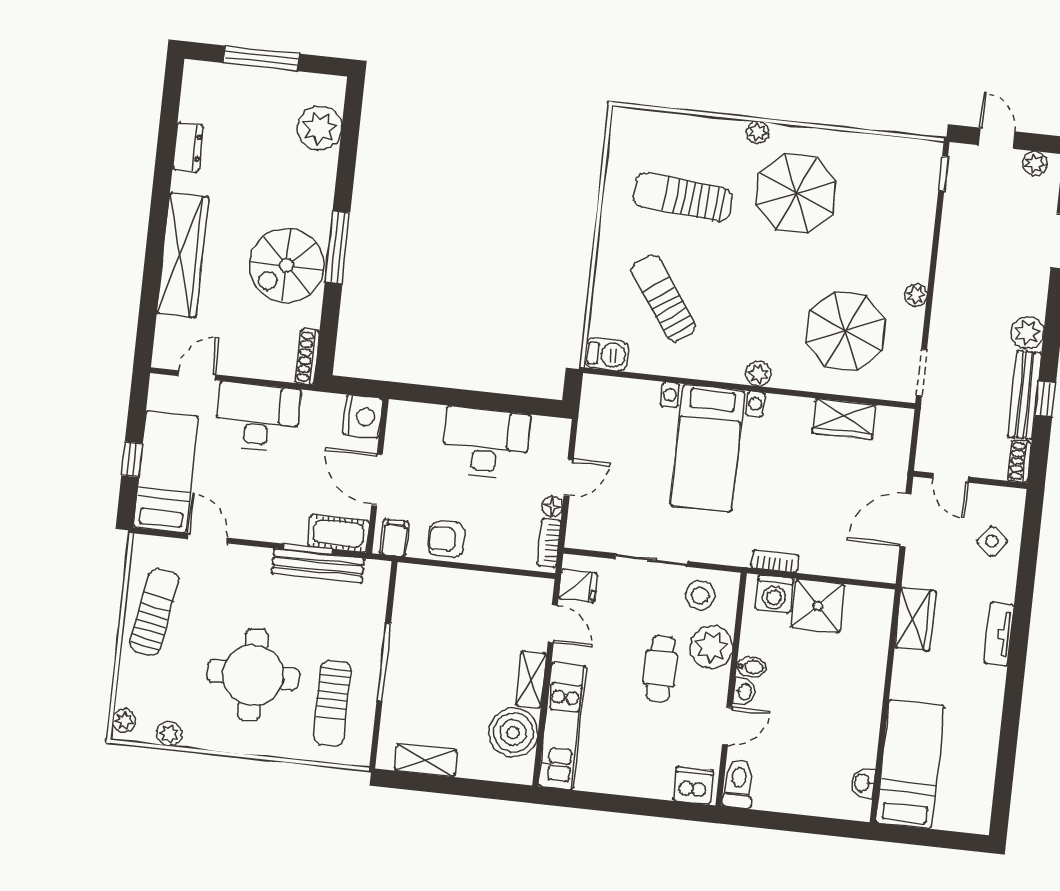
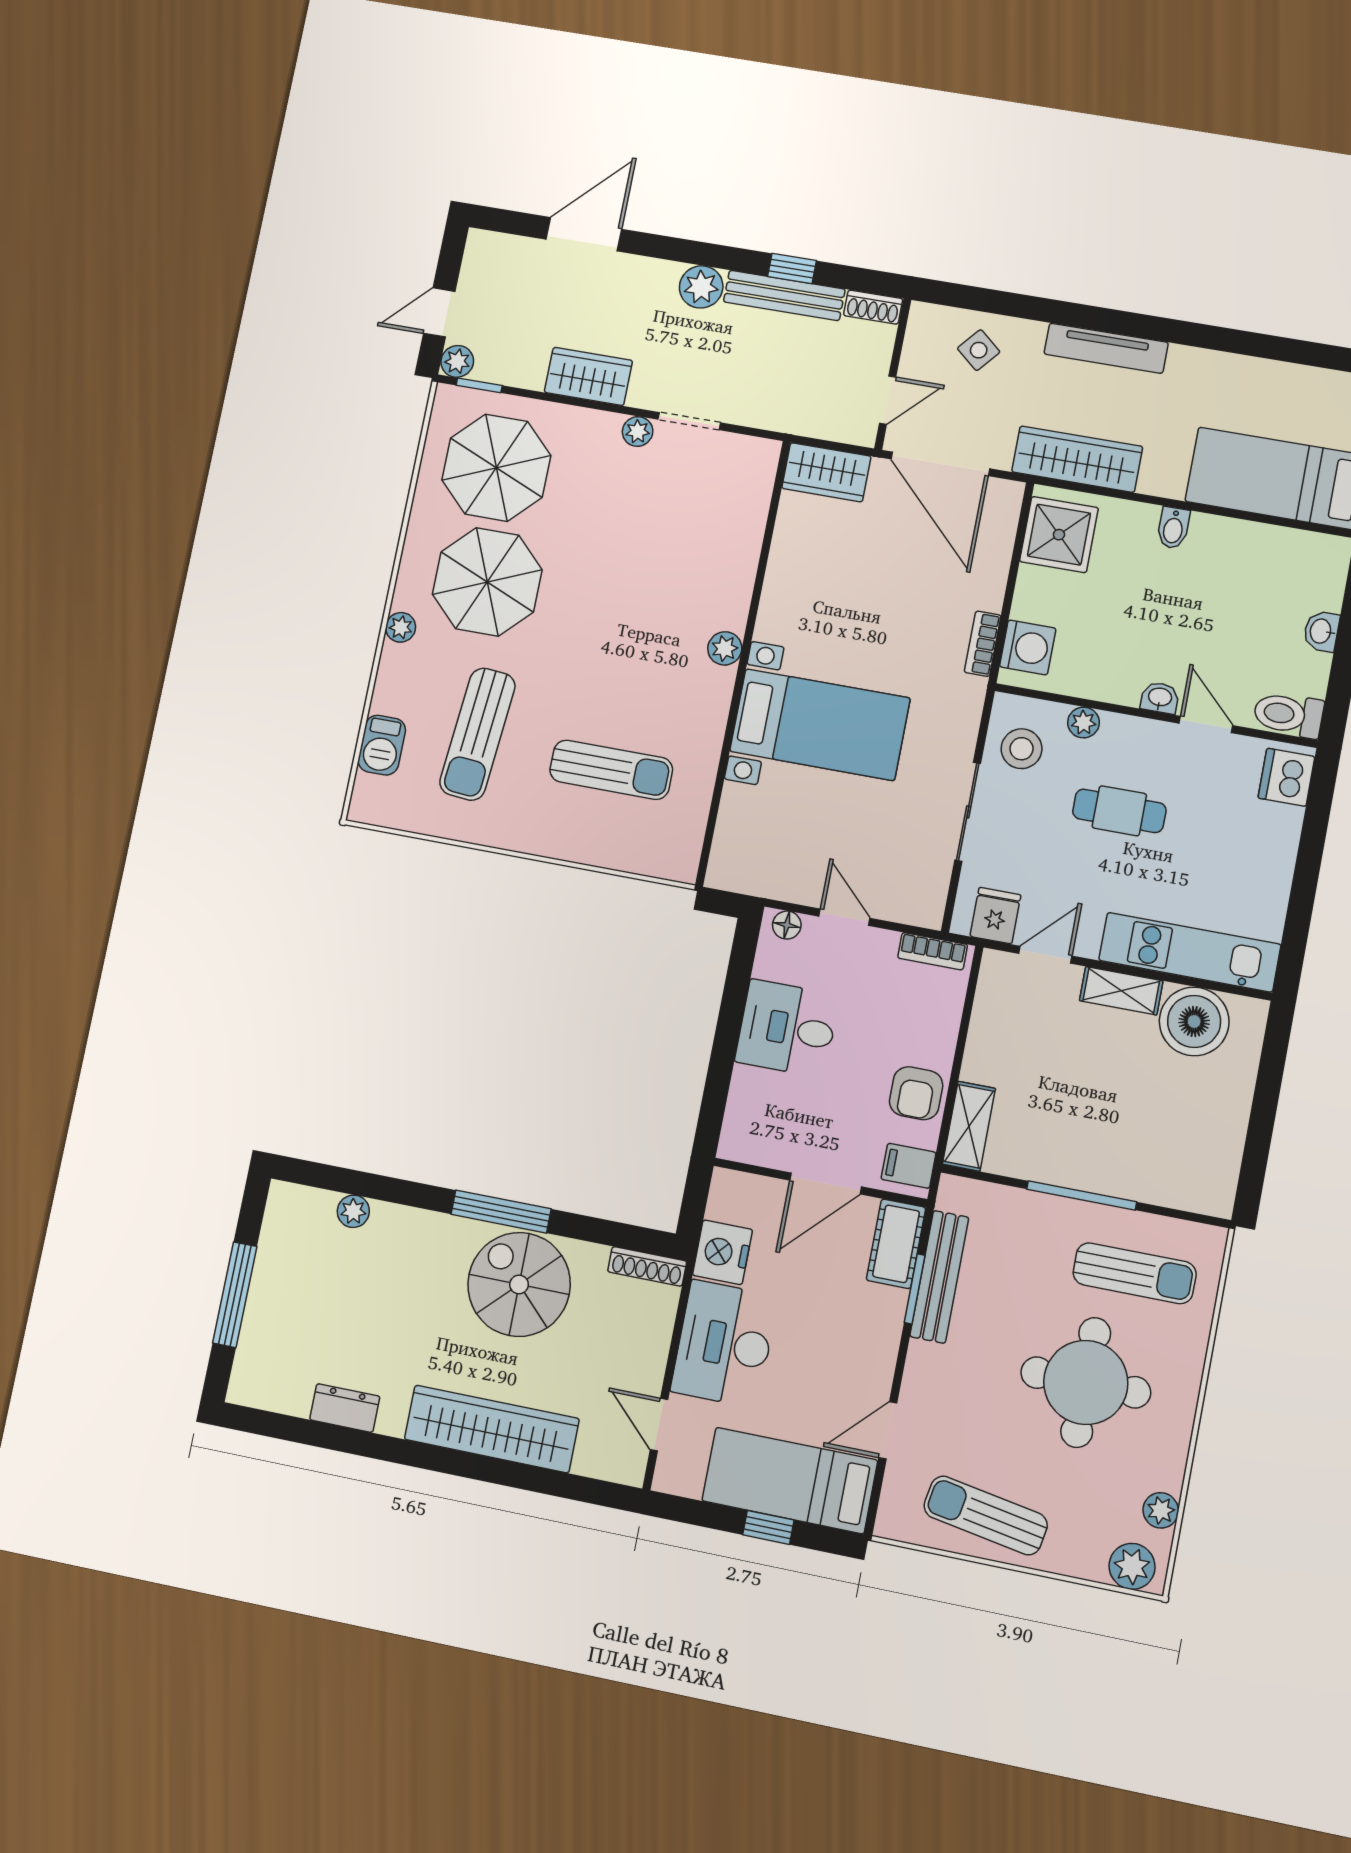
plant: (319, 128) -> (353, 1211), width x0.53, depth x0.53
plant: (1035, 163) -> (457, 361), moved
wardrobe: (955, 255) -> (588, 376), added
spiral stairs: (287, 265) -> (519, 1284), turned 180
sun lounger: (663, 298) -> (611, 770), turned -145
parasol: (845, 331) -> (496, 468), moved
barbecue: (606, 354) -> (382, 745), moved, turned 180
doorway: (922, 372) -> (689, 421), moved
nightstand: (363, 417) -> (722, 1252), moved, turned -90
wardrobe: (844, 419) -> (826, 472), moved, turned 90
desk: (485, 443) -> (787, 1028), width x0.73
floor lamp: (552, 507) -> (787, 925), moved
door: (906, 520) -> (940, 464), width x1.36
shower: (818, 606) -> (1059, 535), moved
wardrobe: (915, 619) -> (1077, 459), width x1.50
tv unit: (999, 634) -> (1106, 348), width x1.41
plant: (711, 647) -> (1083, 723), width x0.53, depth x0.53
bidet: (751, 667) -> (1173, 528), moved, turned 180
plant: (124, 720) -> (1132, 1566), width x1.38, depth x1.38
shelving: (426, 760) -> (969, 1126), moved
washbasin: (863, 783) -> (1321, 631), moved, turned 90

